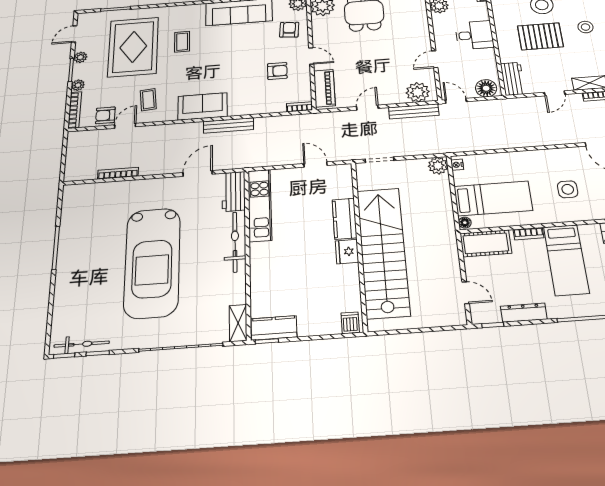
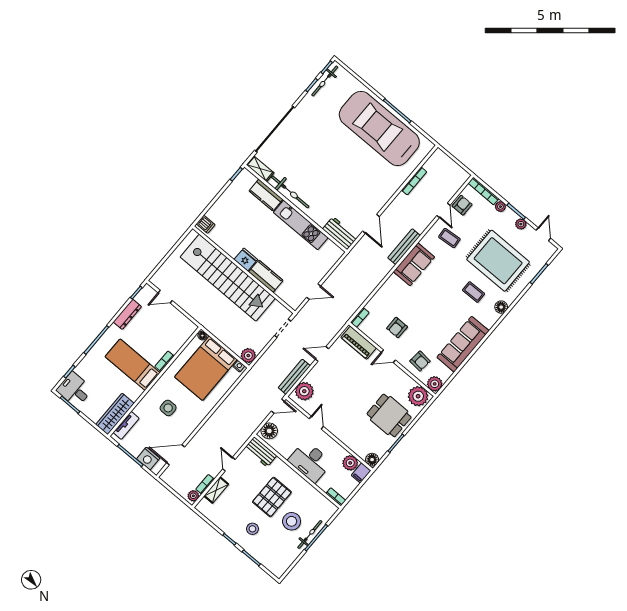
floor lamp: (175, 12) -> (501, 307), added
desk: (474, 35) -> (310, 461), width x1.37
door: (367, 108) -> (322, 354), swing flipped
bench: (228, 125) -> (404, 247), moved
bed: (493, 198) -> (206, 368), width x1.50
kitchen unit: (260, 205) -> (301, 225), moved
bicycle: (235, 242) -> (290, 192), moved
cot: (486, 243) -> (181, 334), removed
car: (152, 262) -> (379, 128), moved
kitchen counter: (274, 328) -> (266, 195), moved, turned 90

